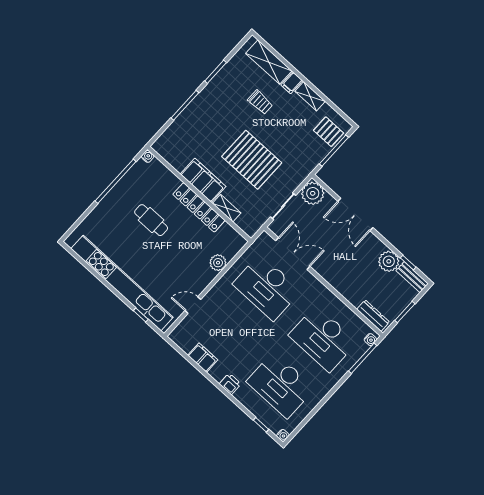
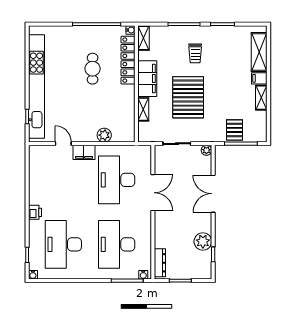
trolley: (260, 102) -> (195, 53), moved
pallet: (328, 132) -> (234, 130), moved
shelving: (165, 151) -> (144, 38), added
plant: (313, 193) -> (206, 150), width x0.53, depth x0.53
locker: (199, 207) -> (128, 60), moved
double door: (293, 253) -> (153, 193), moved
bench: (412, 277) -> (206, 265), removed
filing cabinet: (203, 358) -> (84, 152), moved, turned 90

